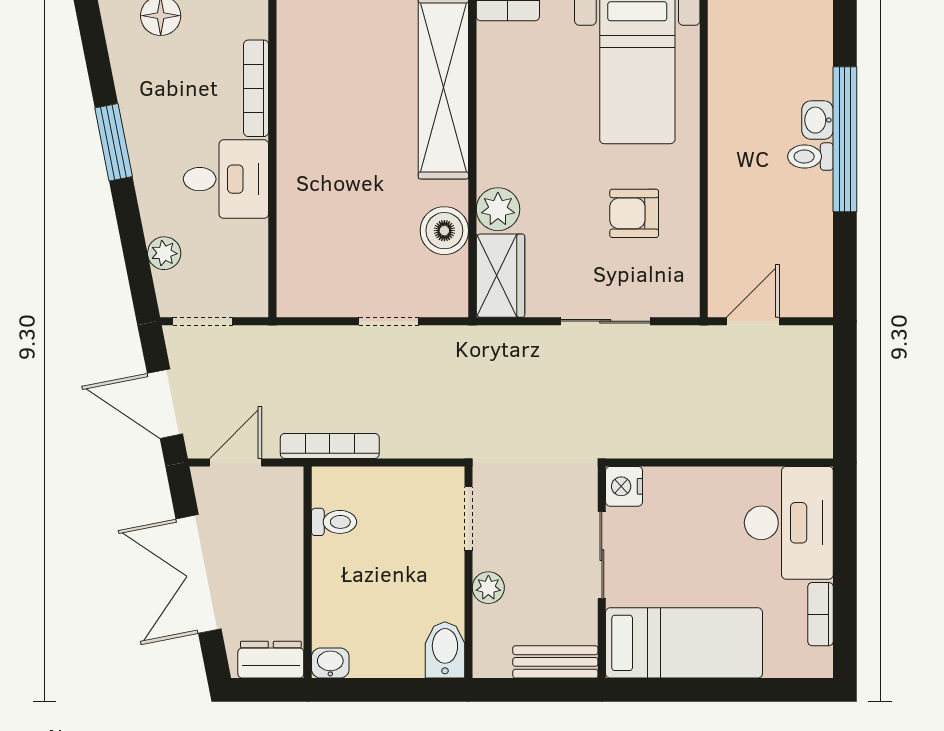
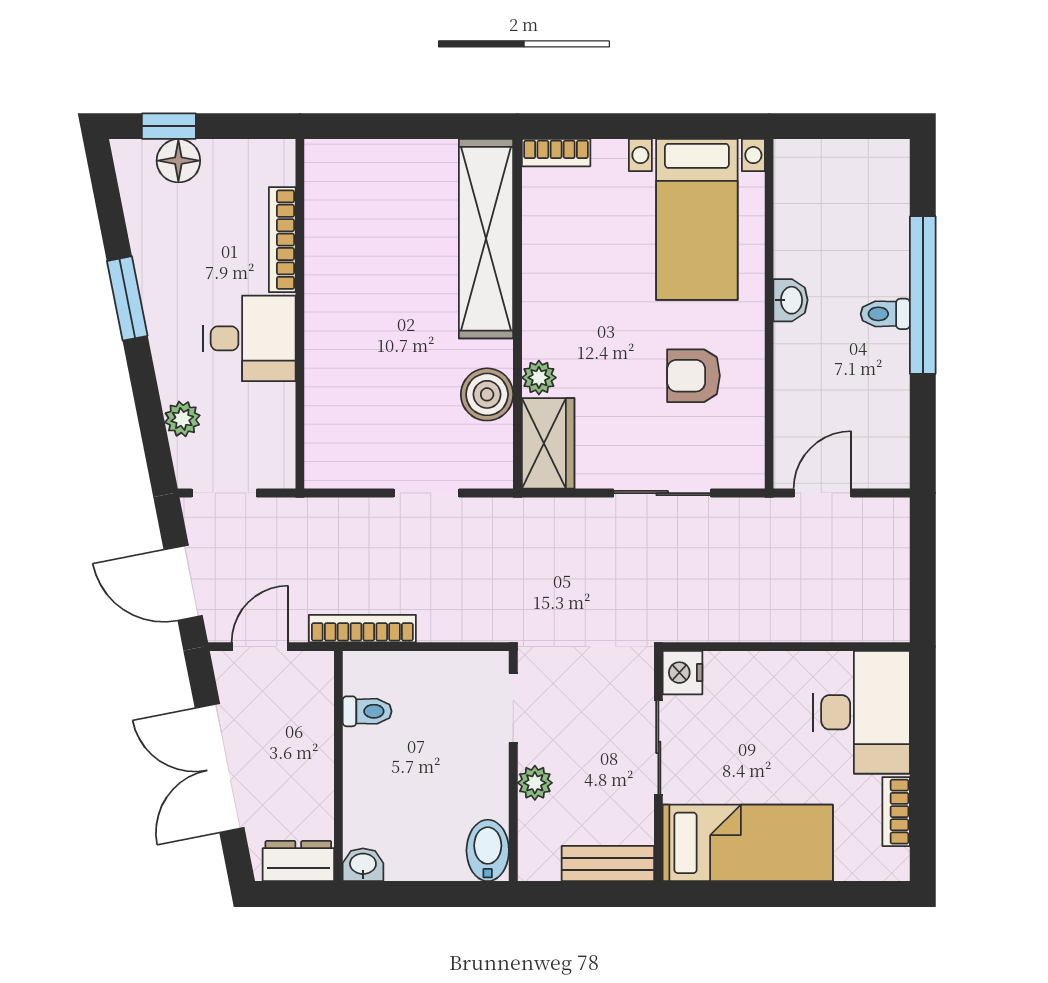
washbasin: (818, 120) -> (790, 300), moved, turned 180
plant: (498, 209) -> (539, 378), width x0.73, depth x0.73

